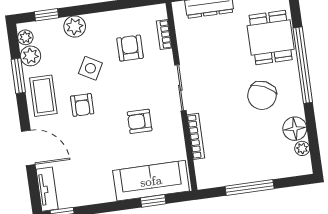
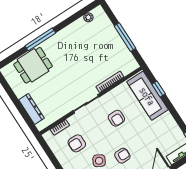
window: (303, 65) -> (40, 39), width x0.68
chair: (262, 95) -> (69, 55), removed
floor lamp: (295, 129) -> (79, 27), removed

